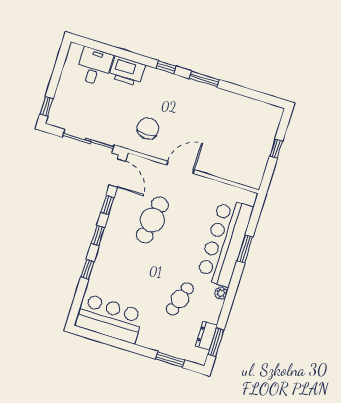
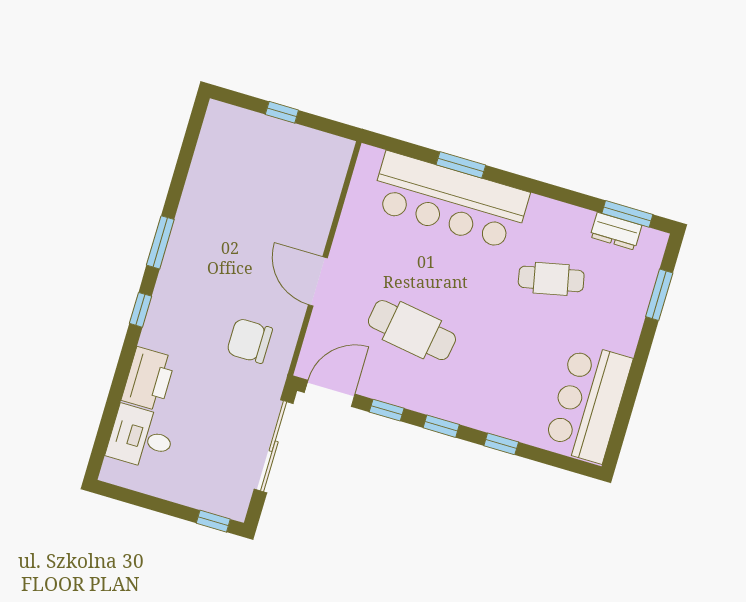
plant: (221, 293) -> (540, 206), removed
cafe table: (180, 299) -> (551, 279), turned -30

